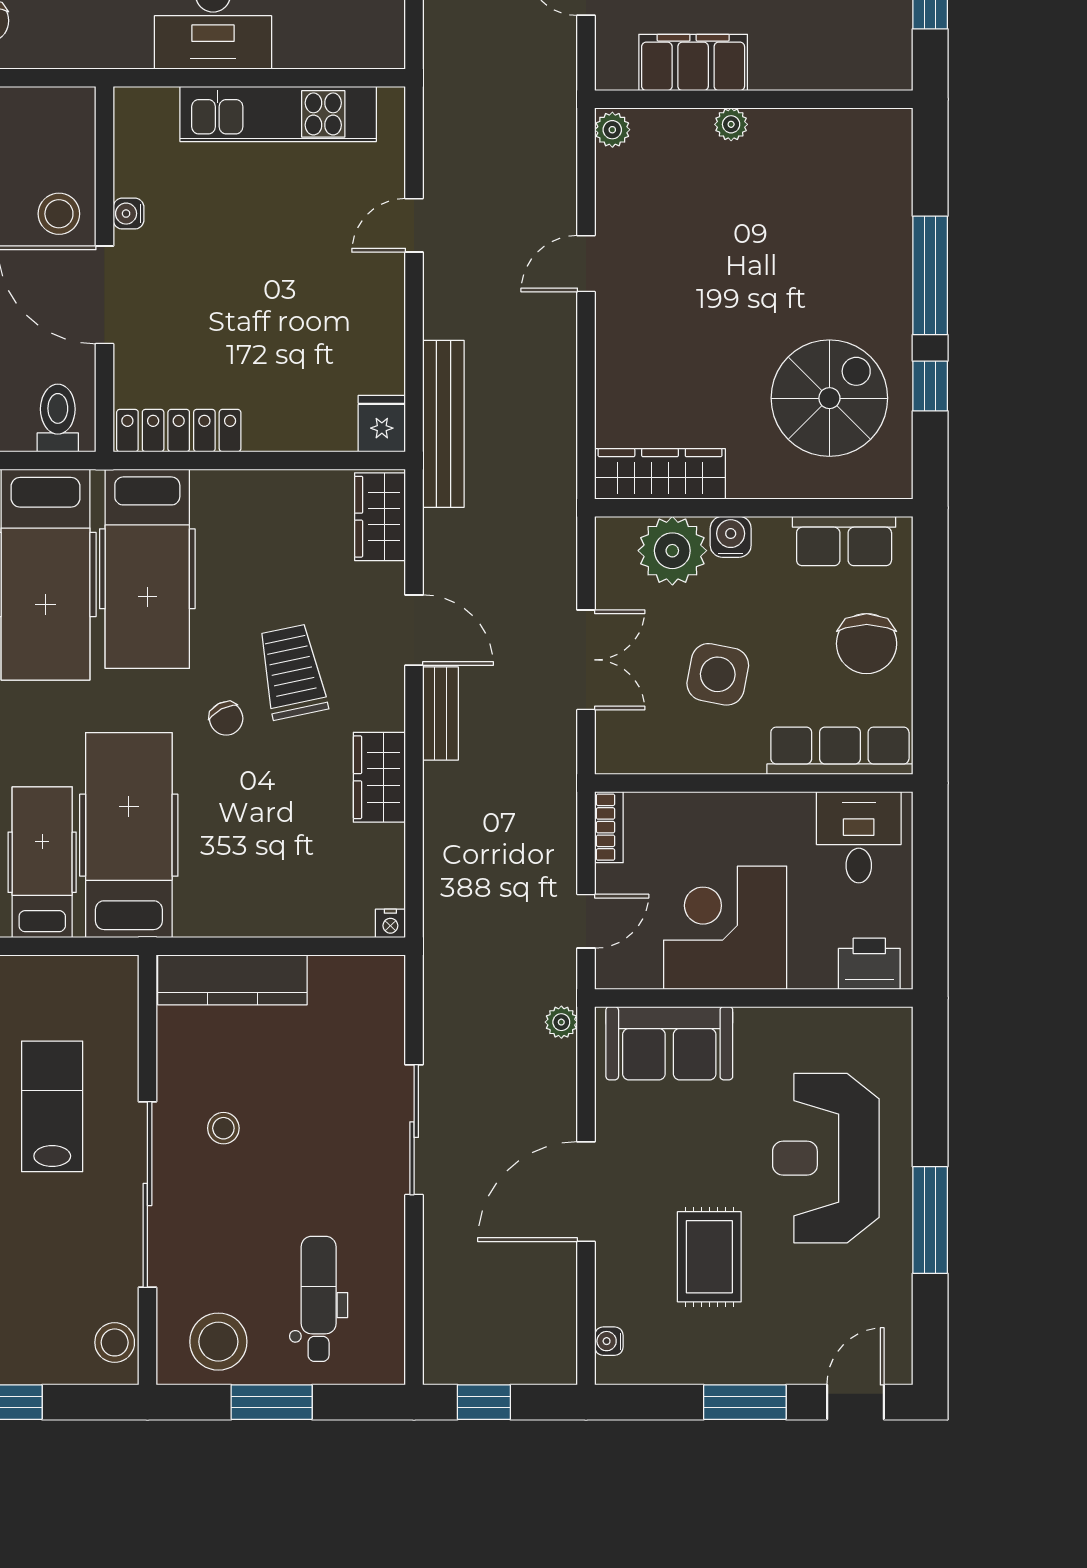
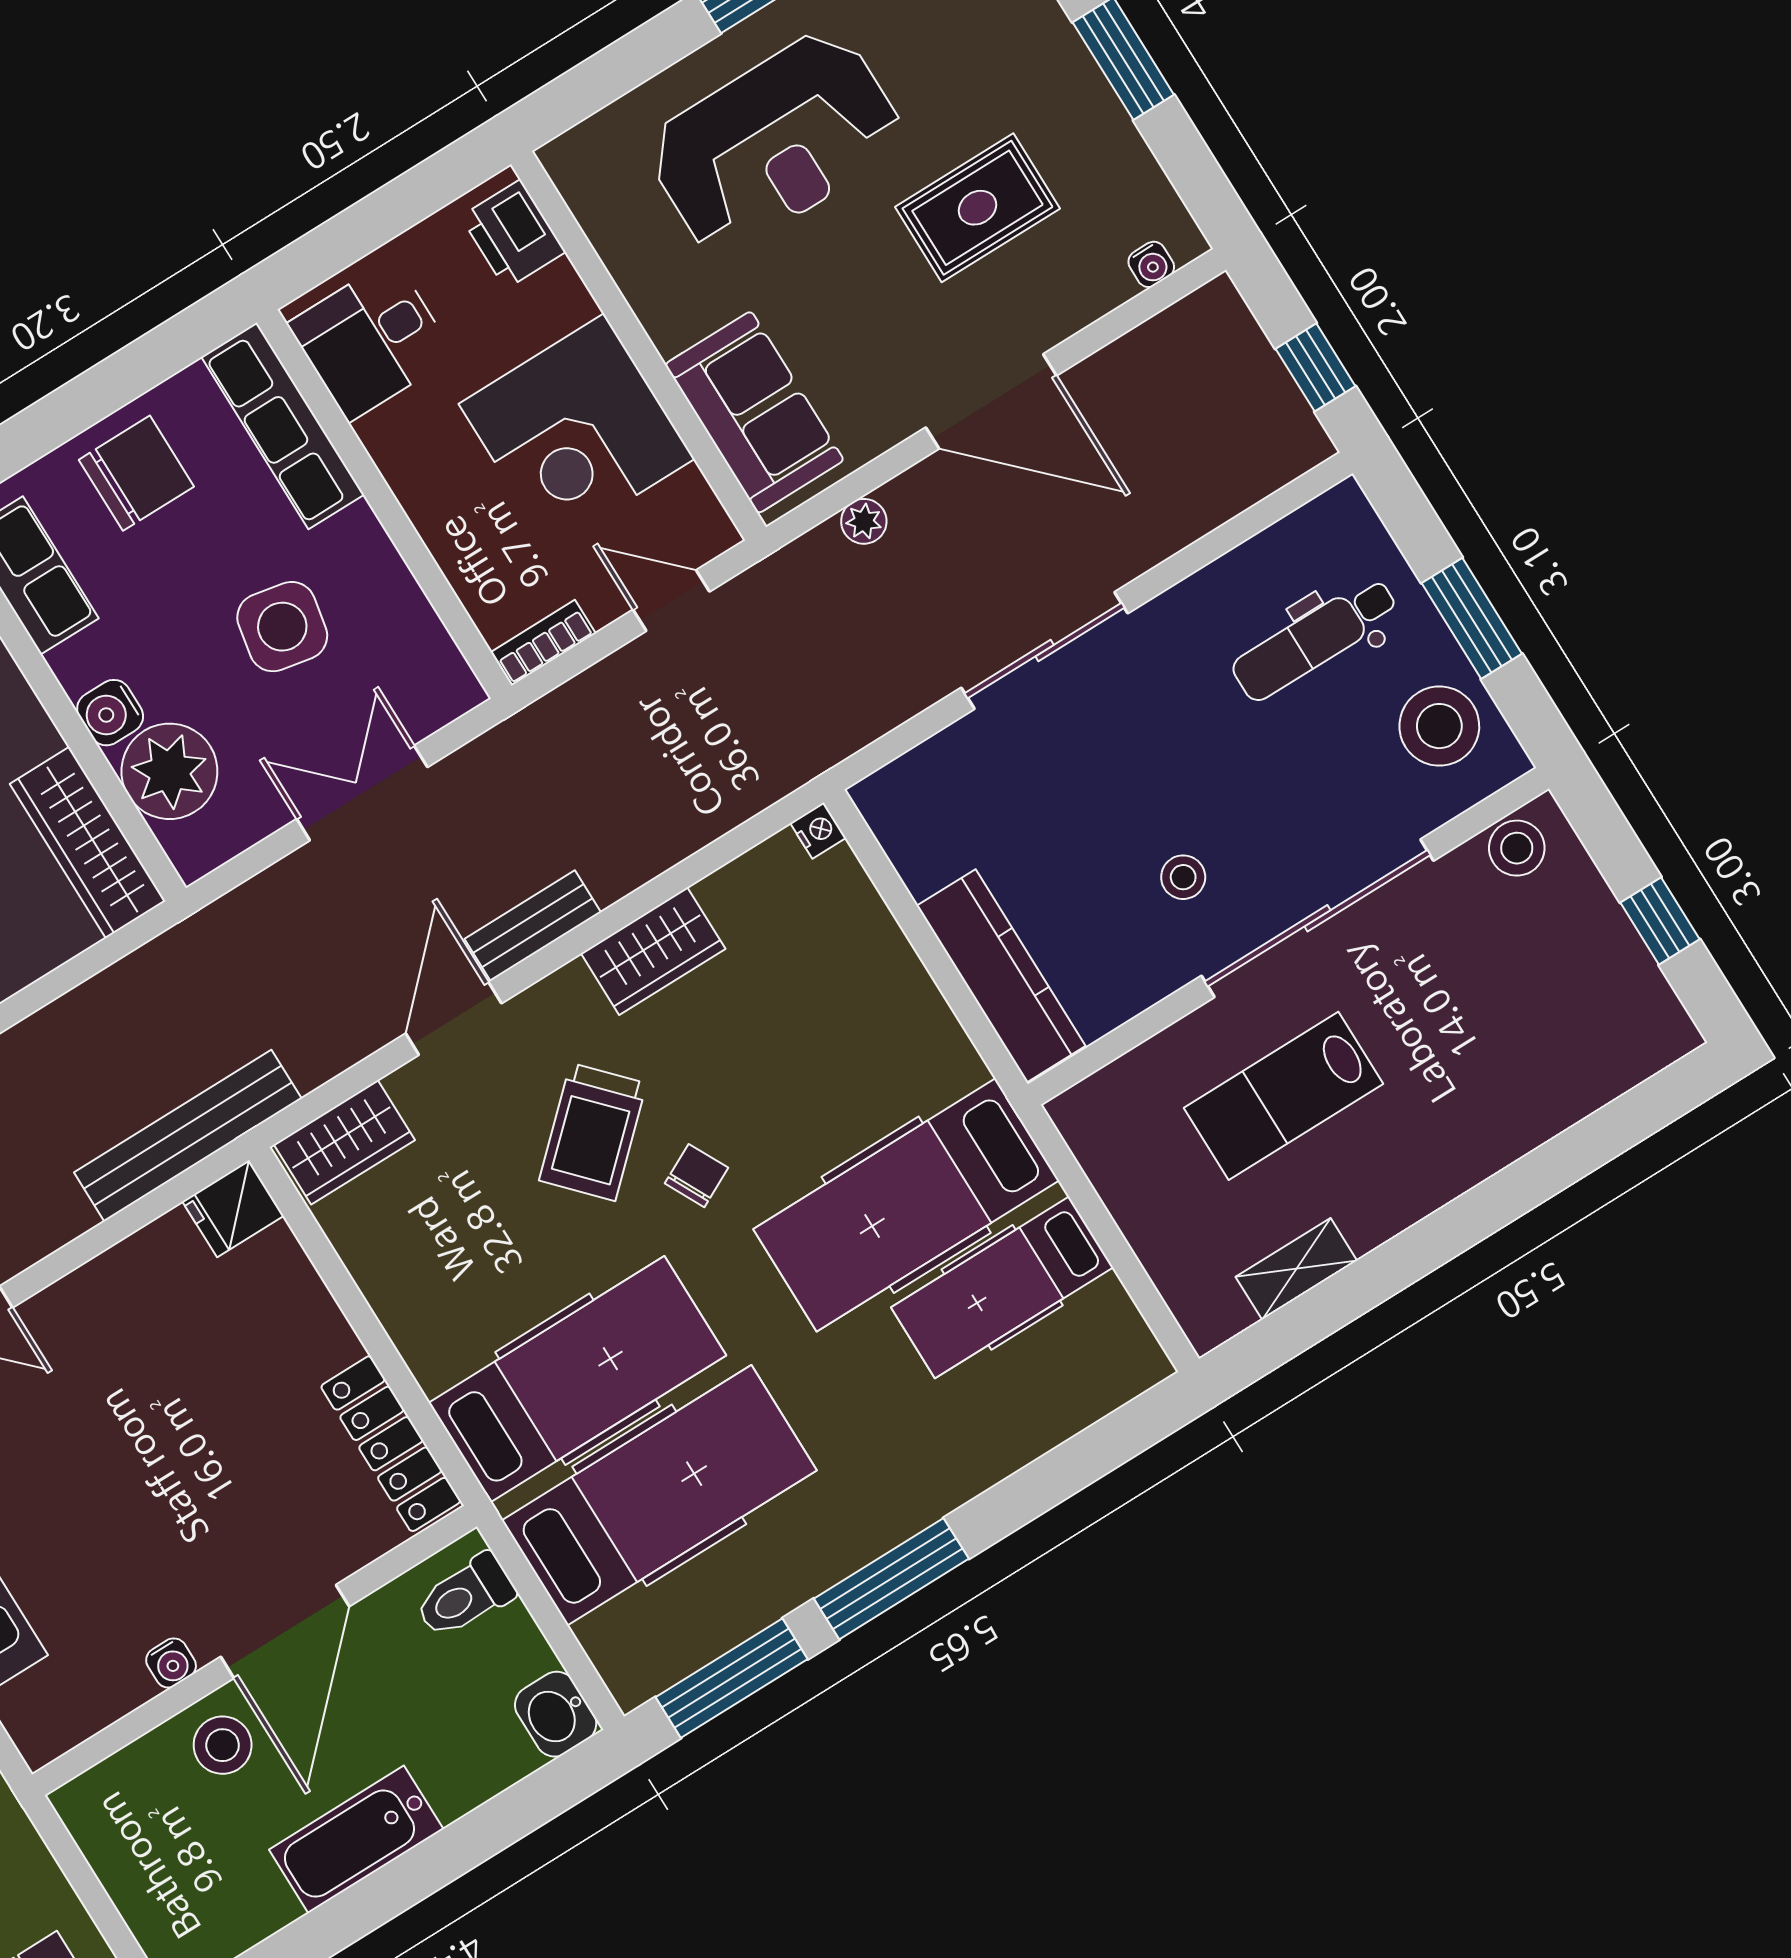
trolley: (292, 672) -> (593, 1132), turned -31
plant: (561, 1022) -> (864, 521), moved

